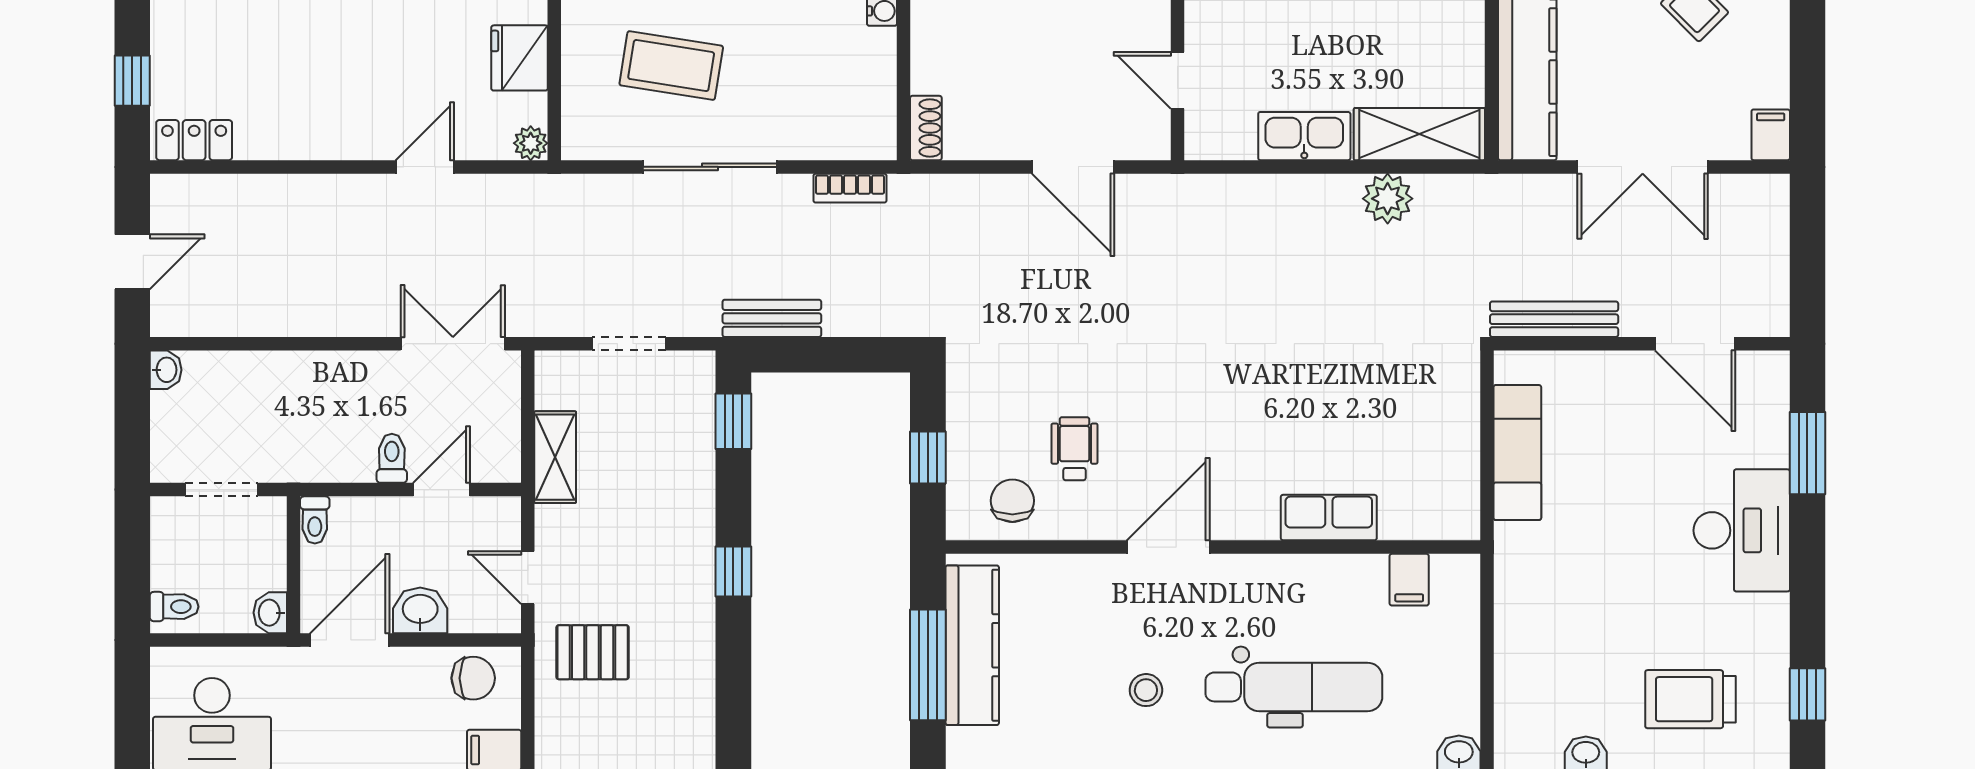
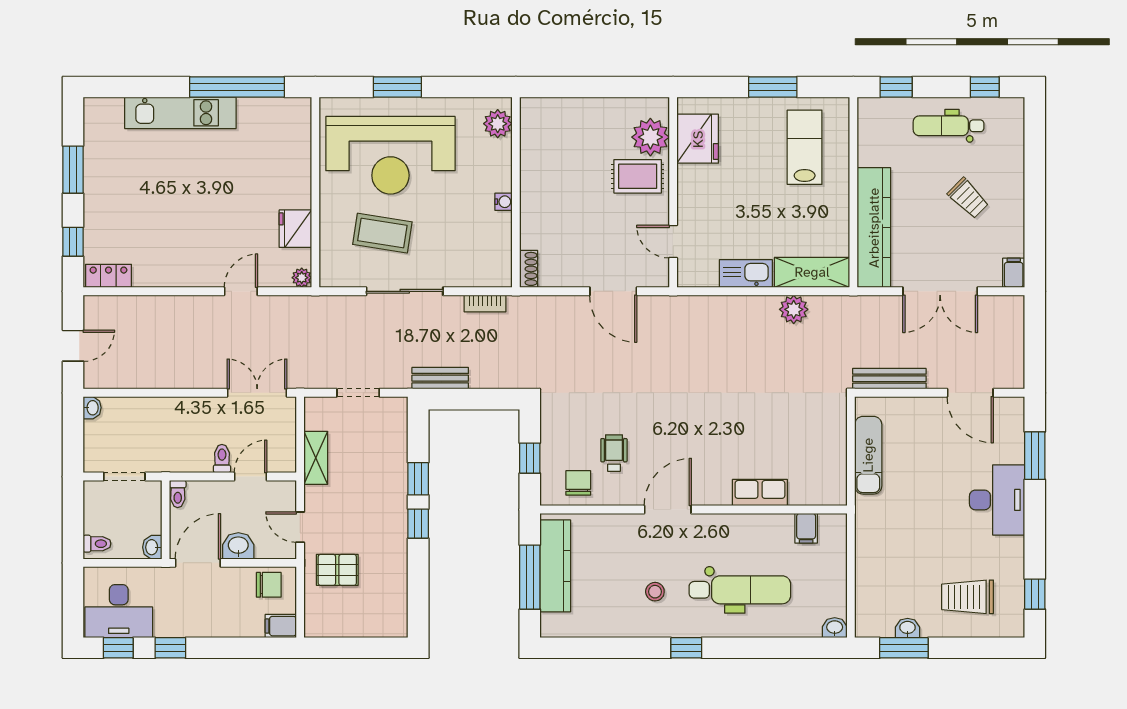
window: (733, 421) -> (418, 479), moved

